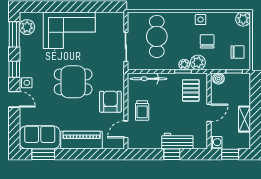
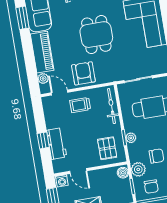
plant: (198, 62) -> (138, 169), moved
pallet: (191, 90) -> (107, 148), turned 90
armchair: (110, 102) -> (83, 73), turned -90
door: (209, 113) -> (78, 171), moved
plant: (109, 144) -> (43, 78), added

